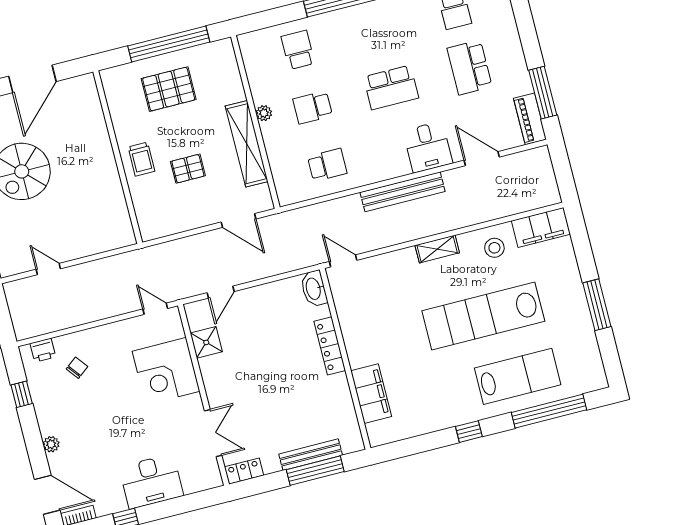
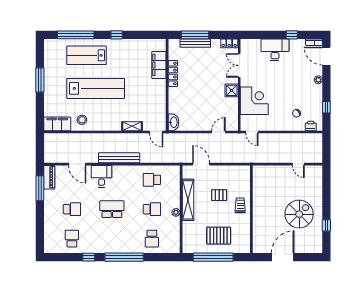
school desk: (469, 67) -> (72, 209), width x0.54
shelving: (437, 249) -> (132, 126), moved
shower: (206, 342) -> (232, 90), moved
locker: (330, 346) -> (173, 74), moved

